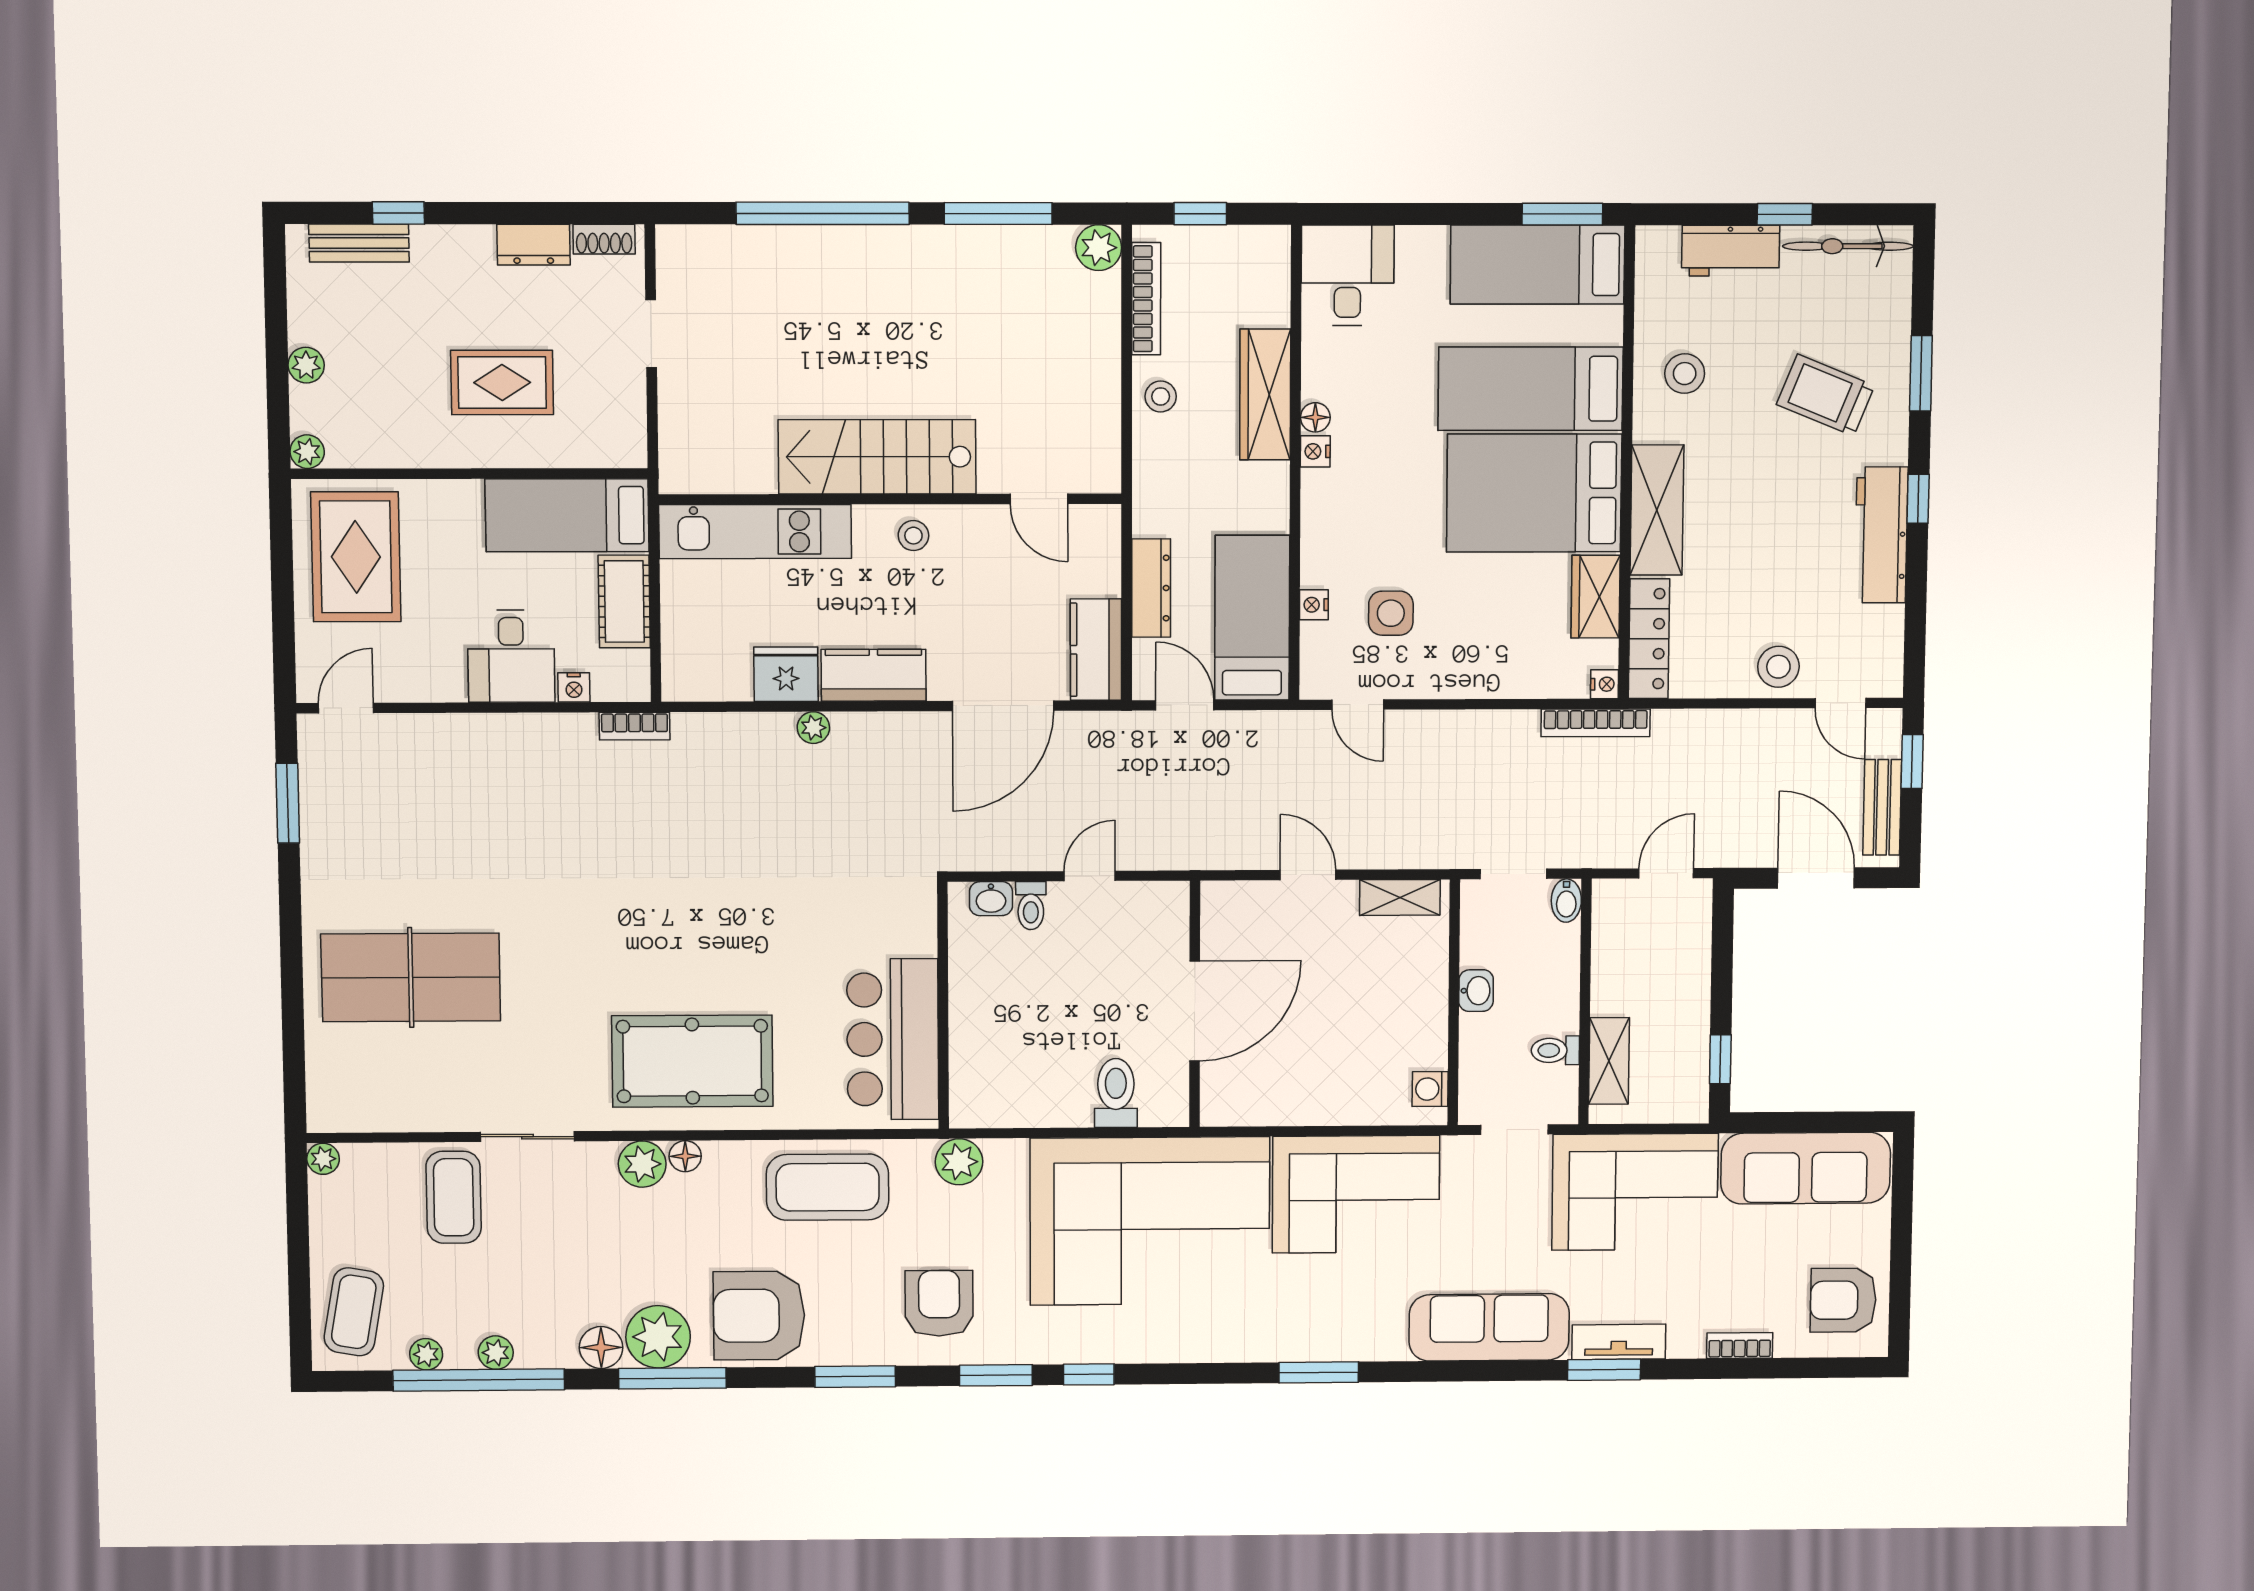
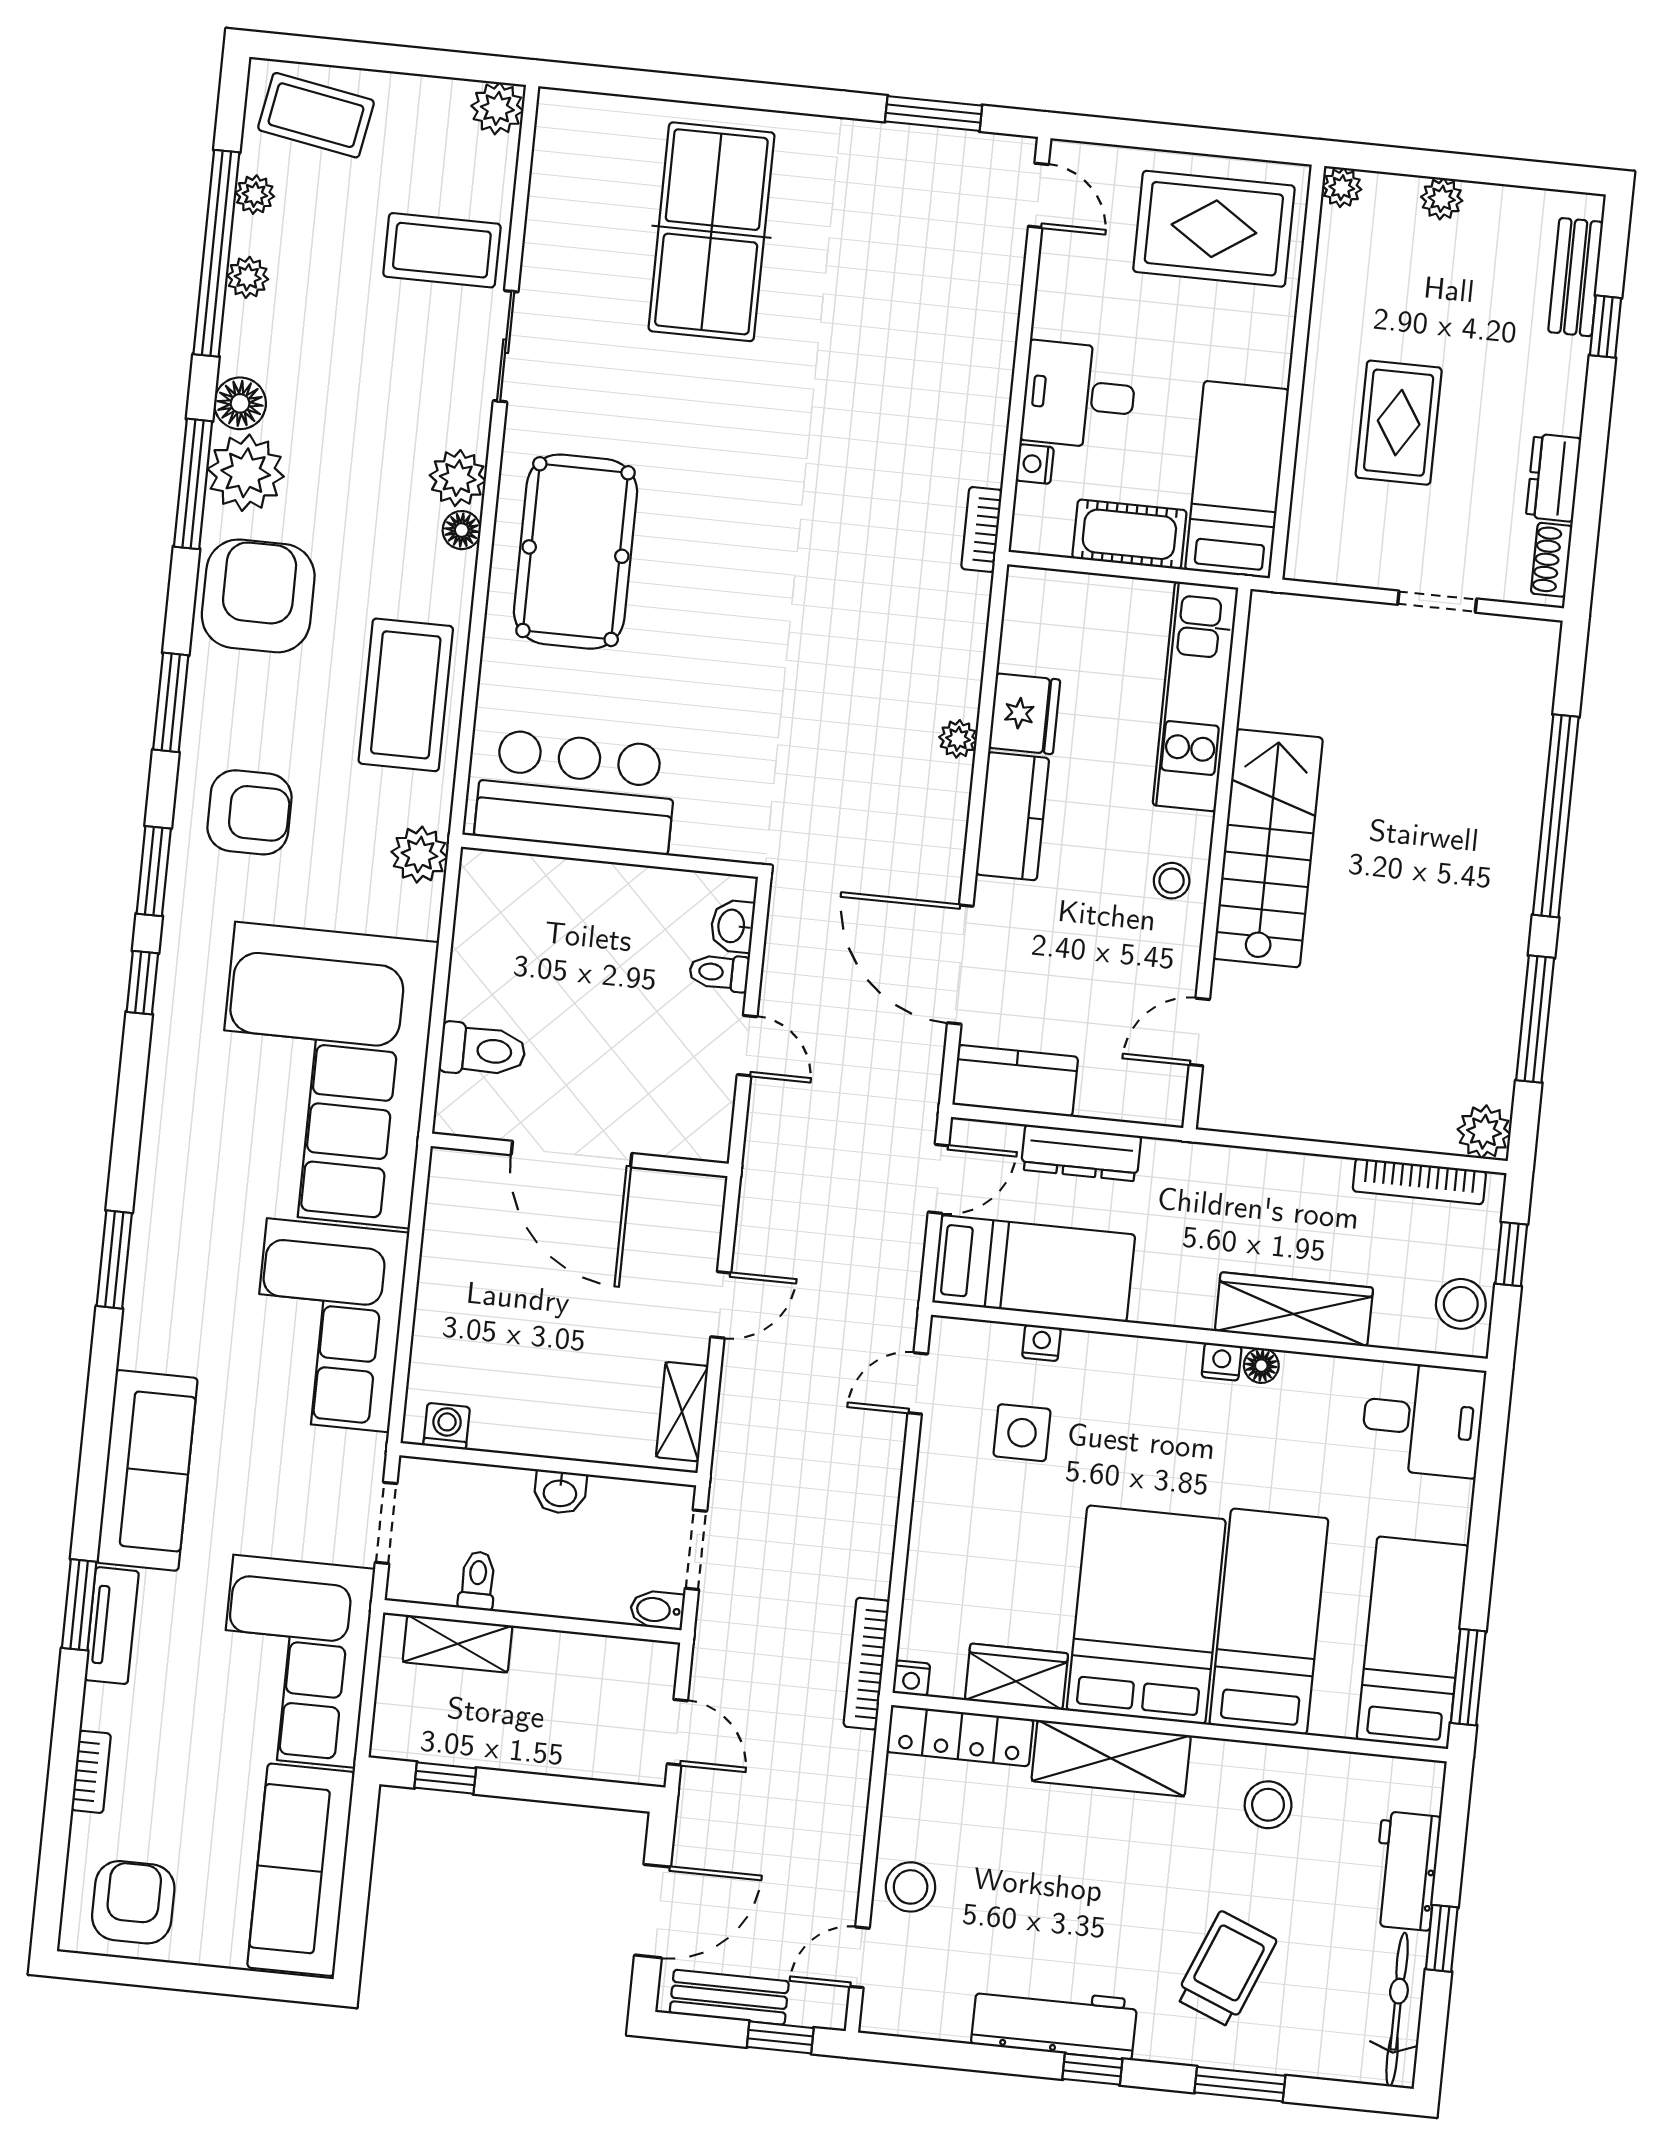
stool: (1161, 396) -> (1461, 1304), moved, width x1.37, depth x1.37
plant: (323, 1159) -> (497, 108), width x1.38, depth x1.38

